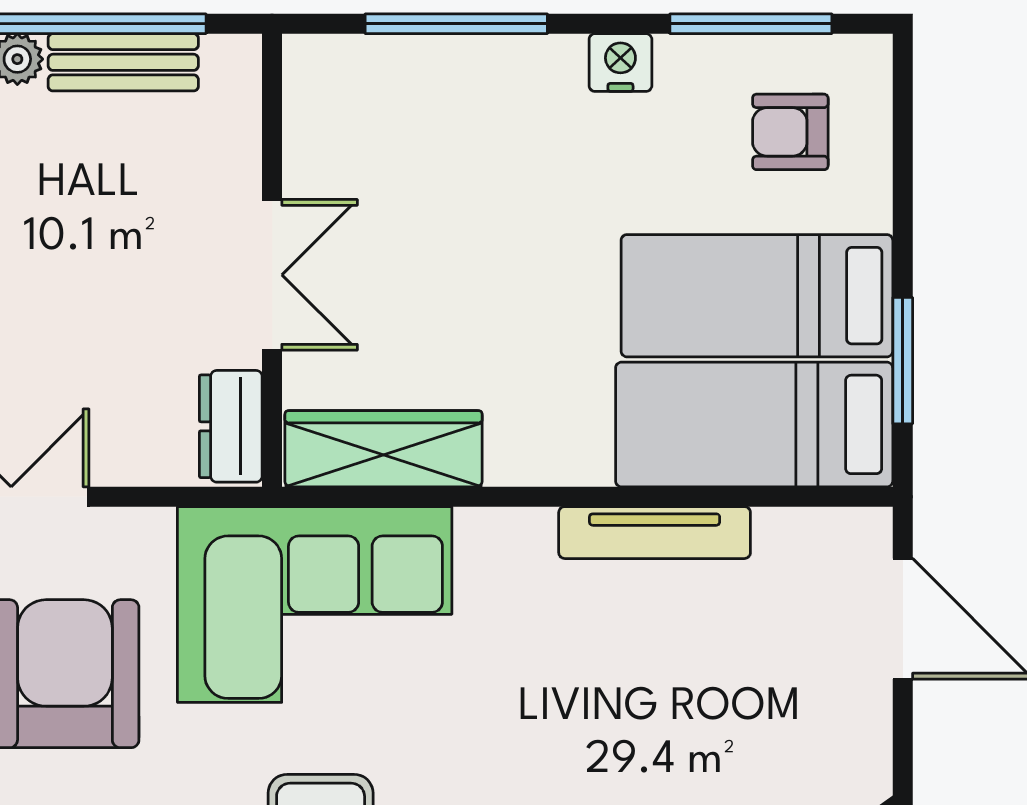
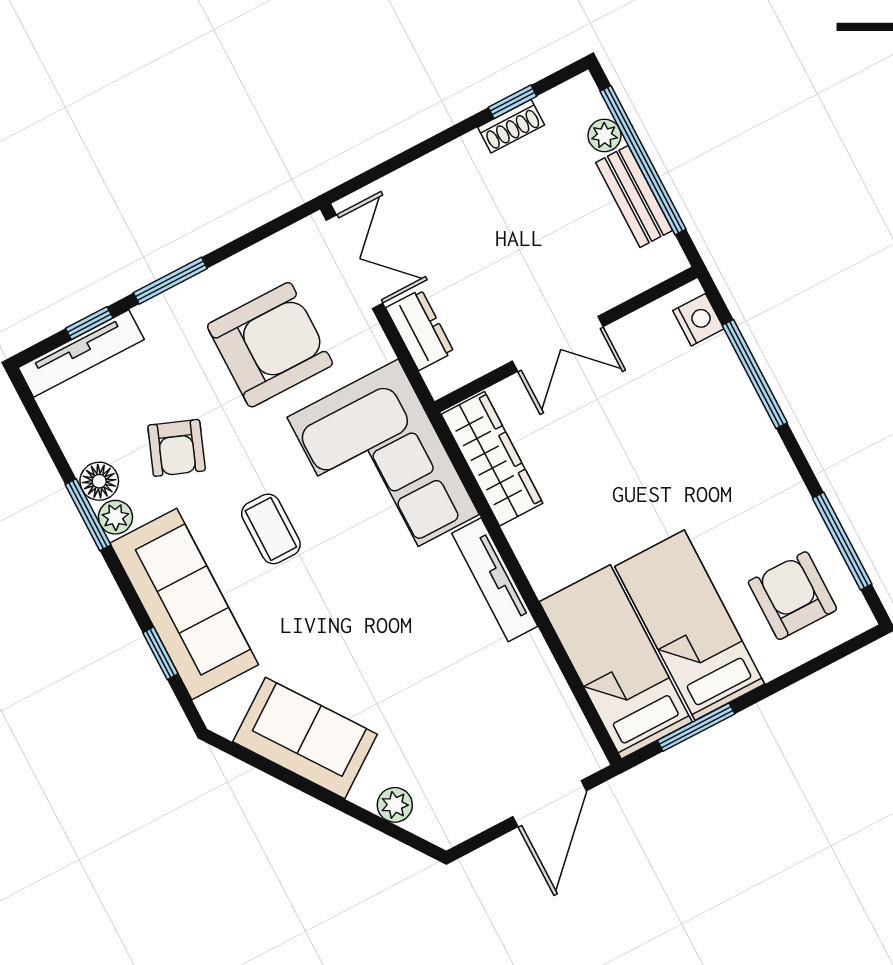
nightstand: (620, 63) -> (698, 320), moved
armchair: (790, 132) -> (792, 596), width x1.38, depth x1.38
dresser: (231, 426) -> (420, 330), moved, turned 90
tv unit: (655, 533) -> (495, 580), moved

